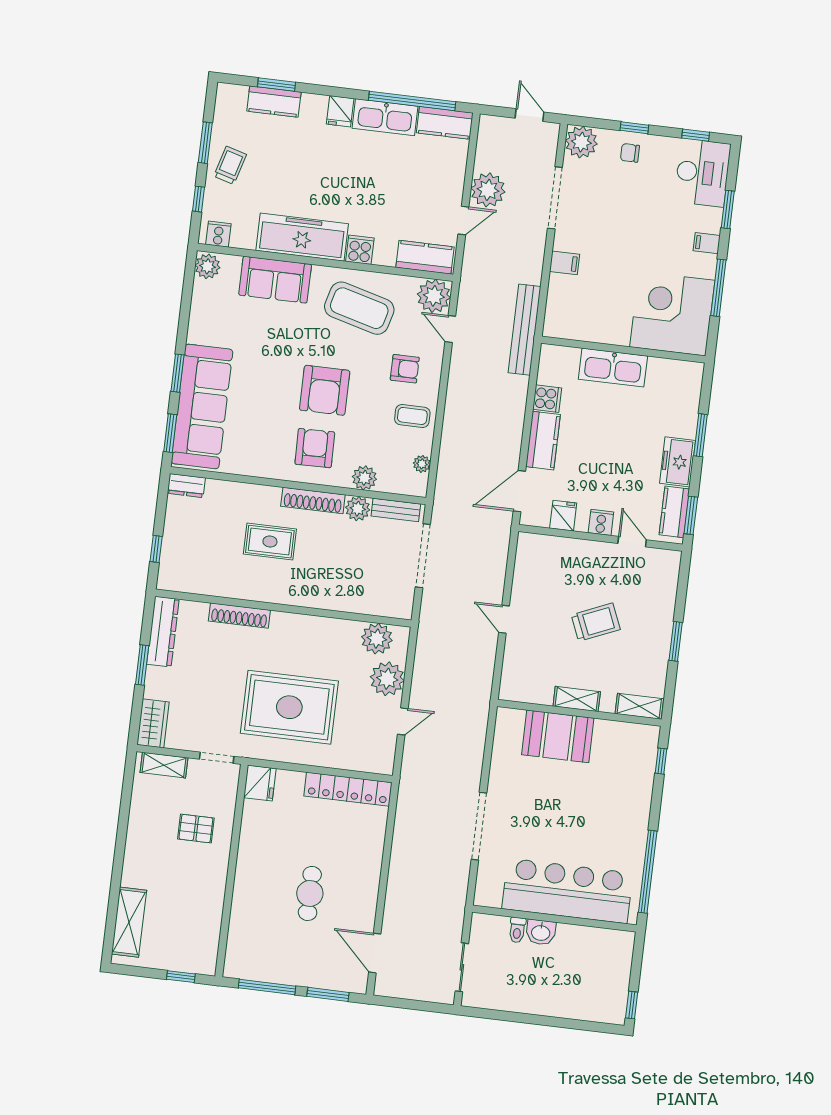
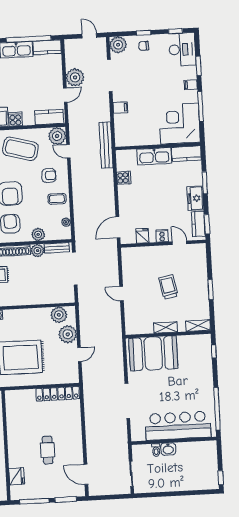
kitchen counter: (543, 441) -> (186, 154), moved, turned 90
trolley: (596, 622) -> (168, 287), turned -78
booth: (558, 736) -> (153, 353), width x1.36, depth x1.42
fridge: (260, 783) -> (17, 476), moved

